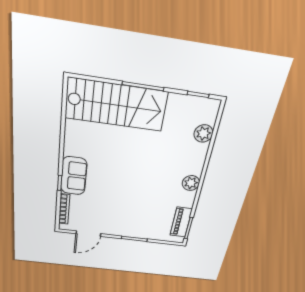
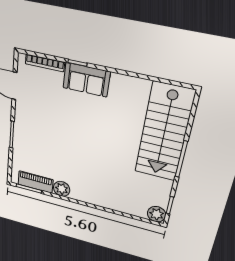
plant: (203, 133) -> (157, 214), moved
plant: (191, 183) -> (62, 189), moved

